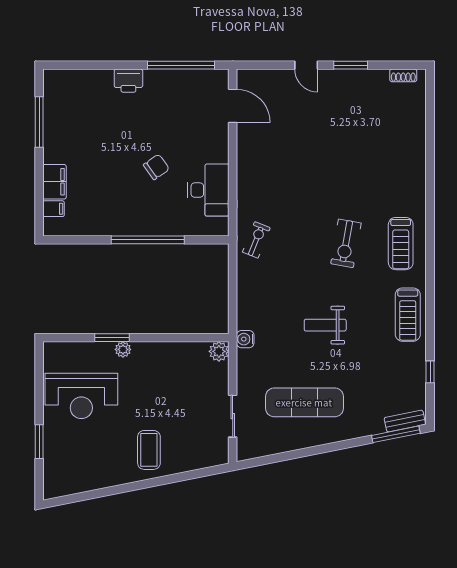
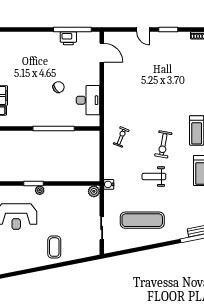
printer: (128, 81) -> (68, 38), moved
exercise bike: (256, 240) -> (121, 137), moved
exercise bike: (346, 243) -> (163, 144), moved

